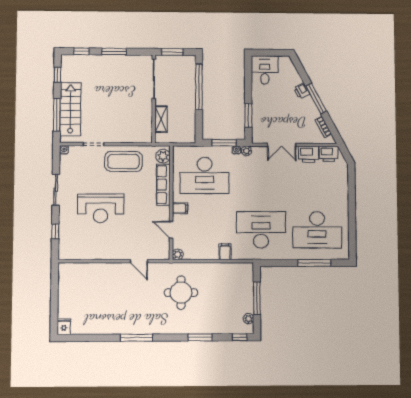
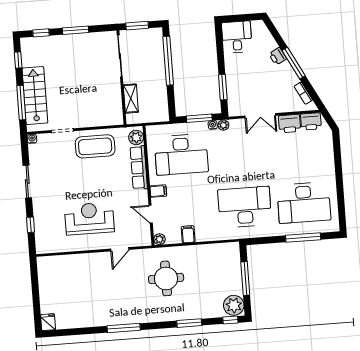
reception desk: (101, 208) -> (89, 218), moved, turned 180
filing cabinet: (225, 252) -> (188, 234), moved
door: (139, 261) -> (120, 249), hinge flipped
plant: (249, 319) -> (234, 305), width x1.88, depth x1.88

